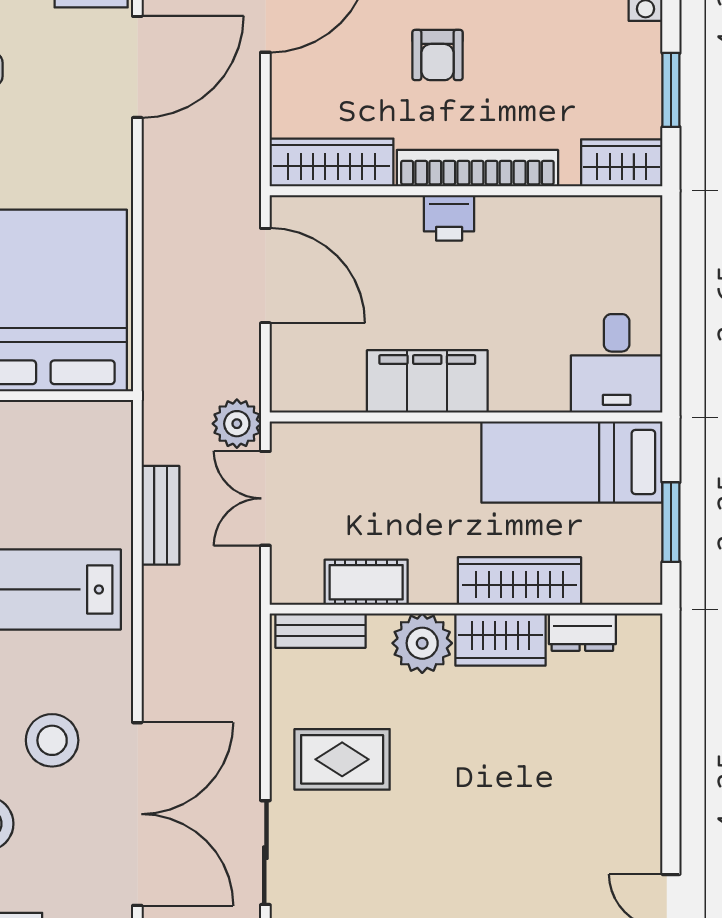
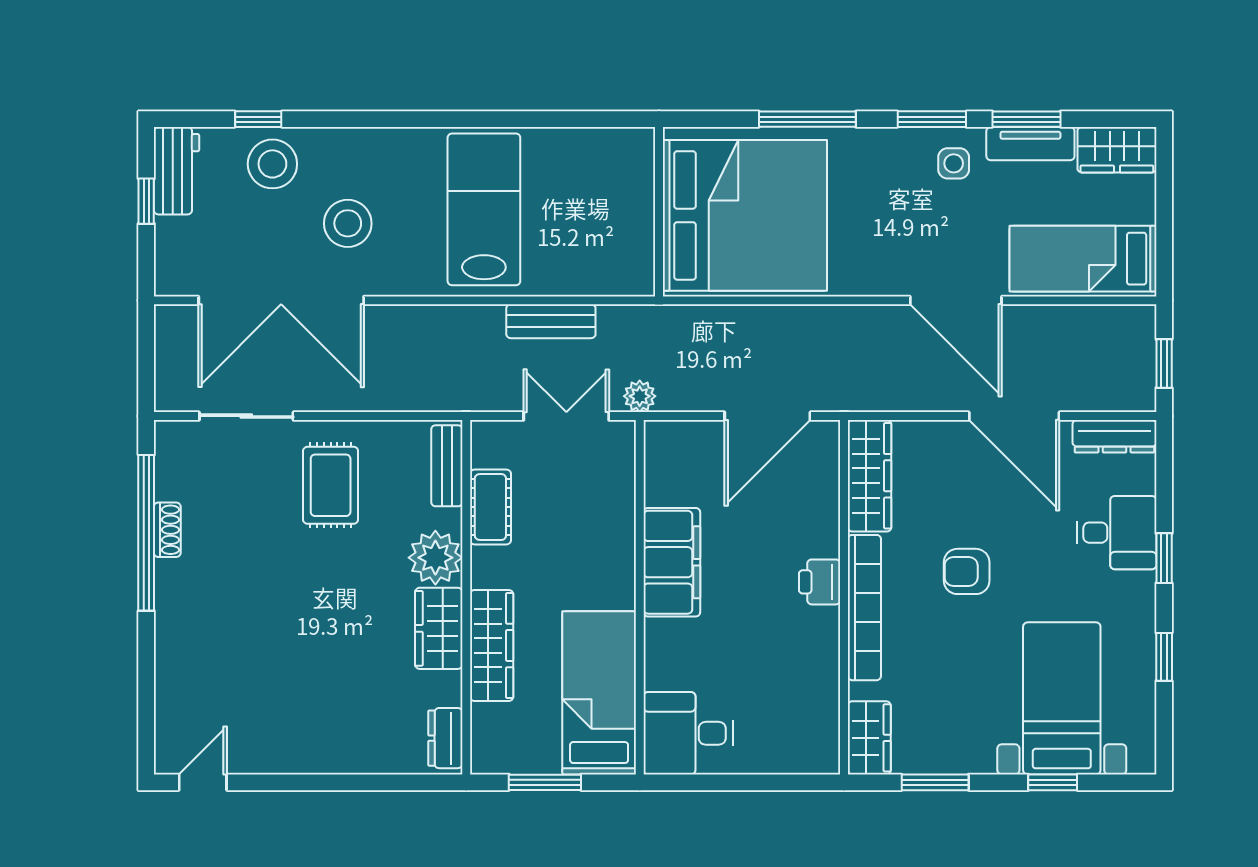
plant: (237, 424) -> (640, 396), width x0.73, depth x0.73
dresser: (582, 632) -> (445, 738), moved

